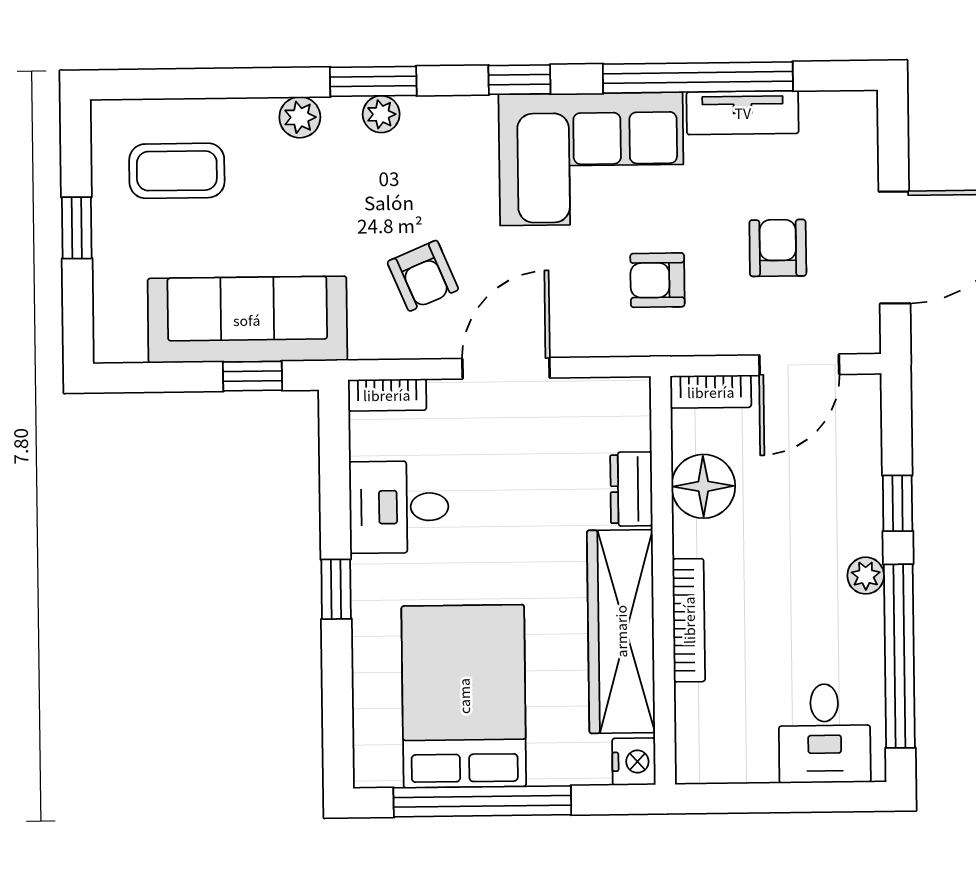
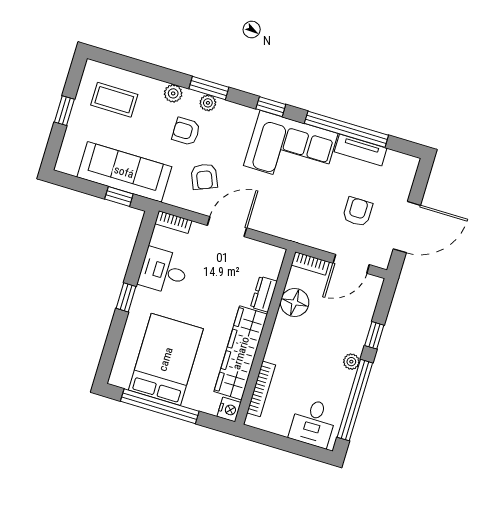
armchair: (657, 280) -> (186, 131), moved
bookcase: (689, 620) -> (261, 389), moved

